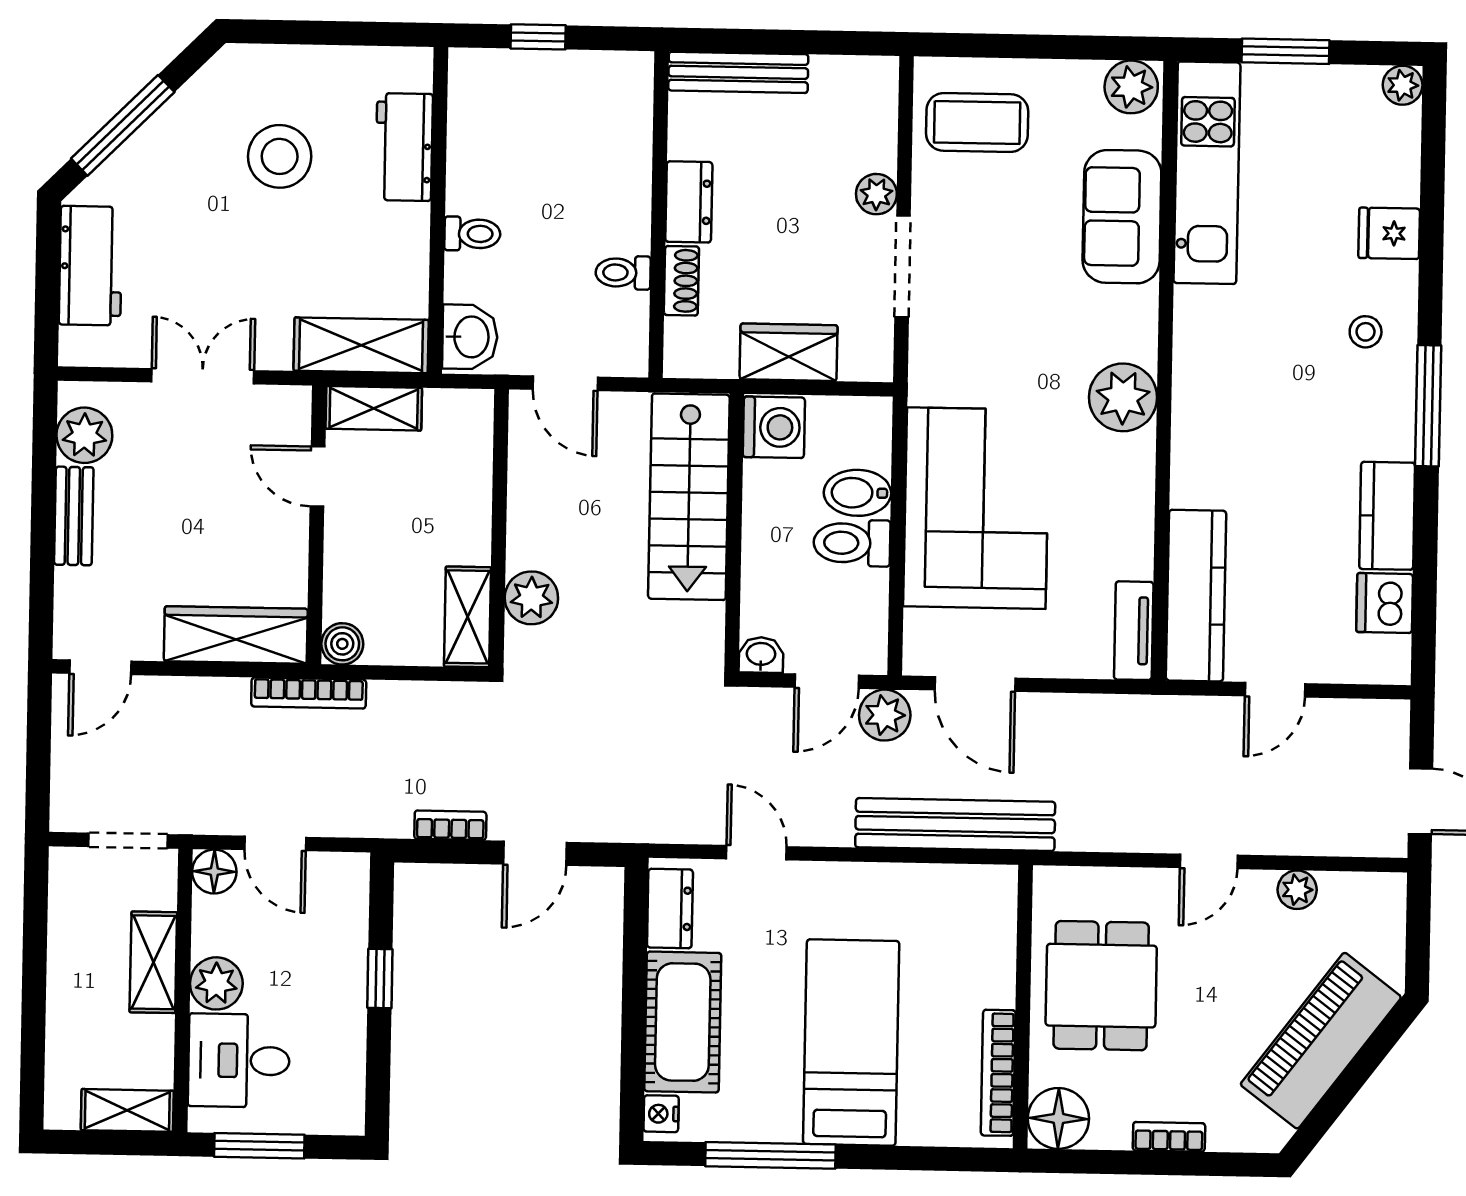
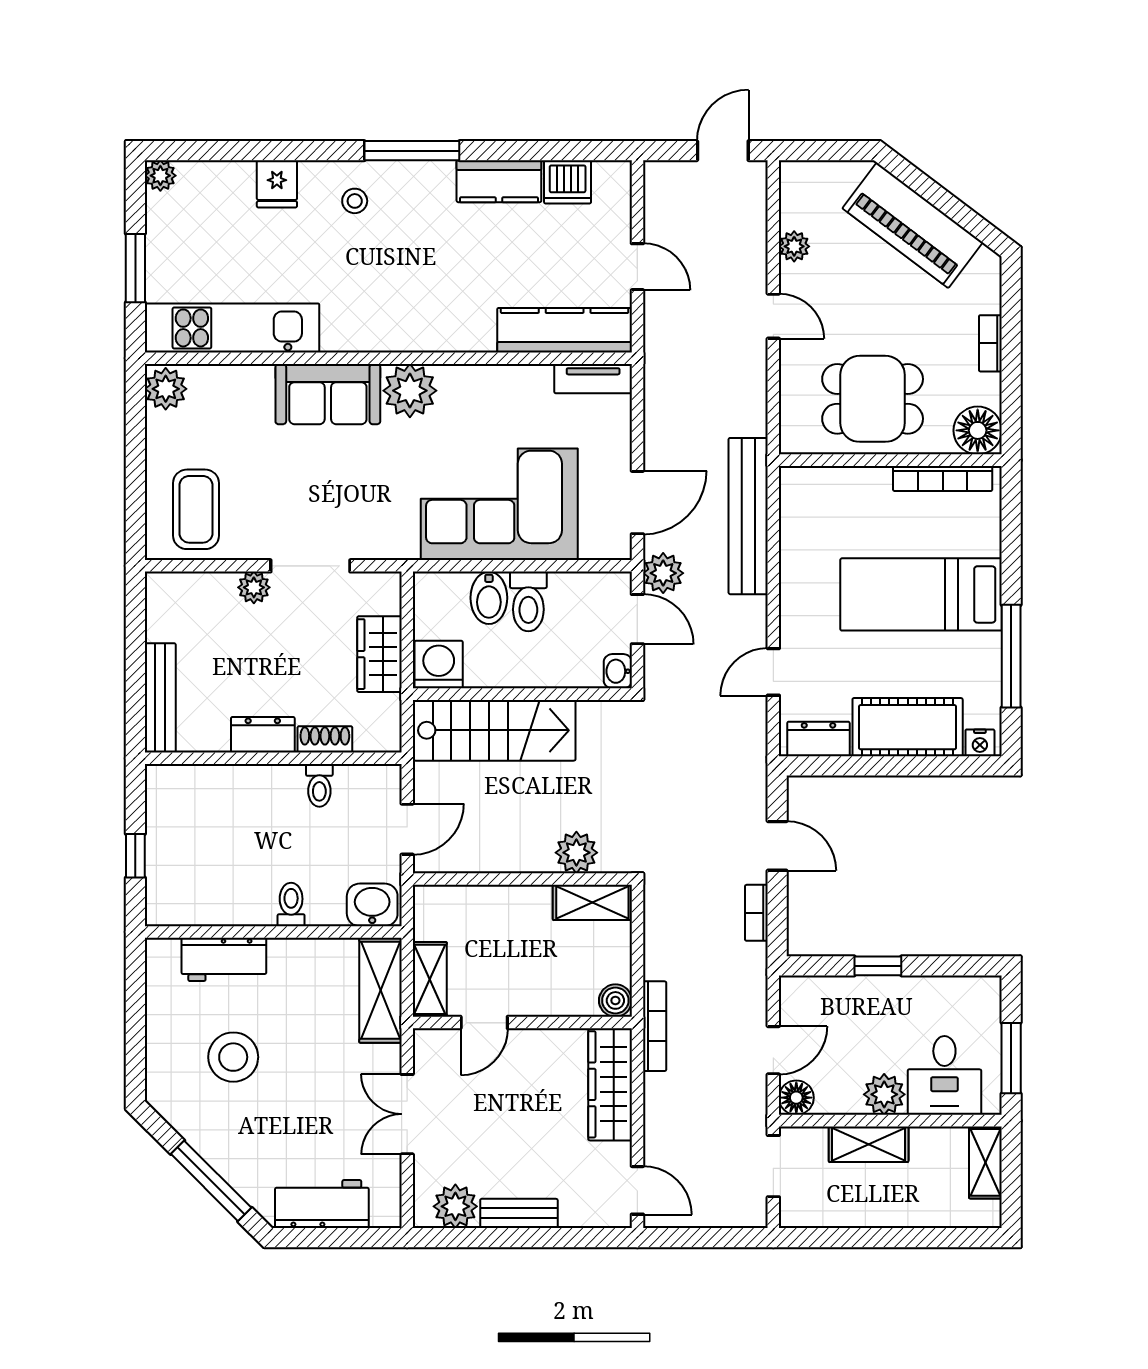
sofa: (1122, 217) -> (328, 394), moved

